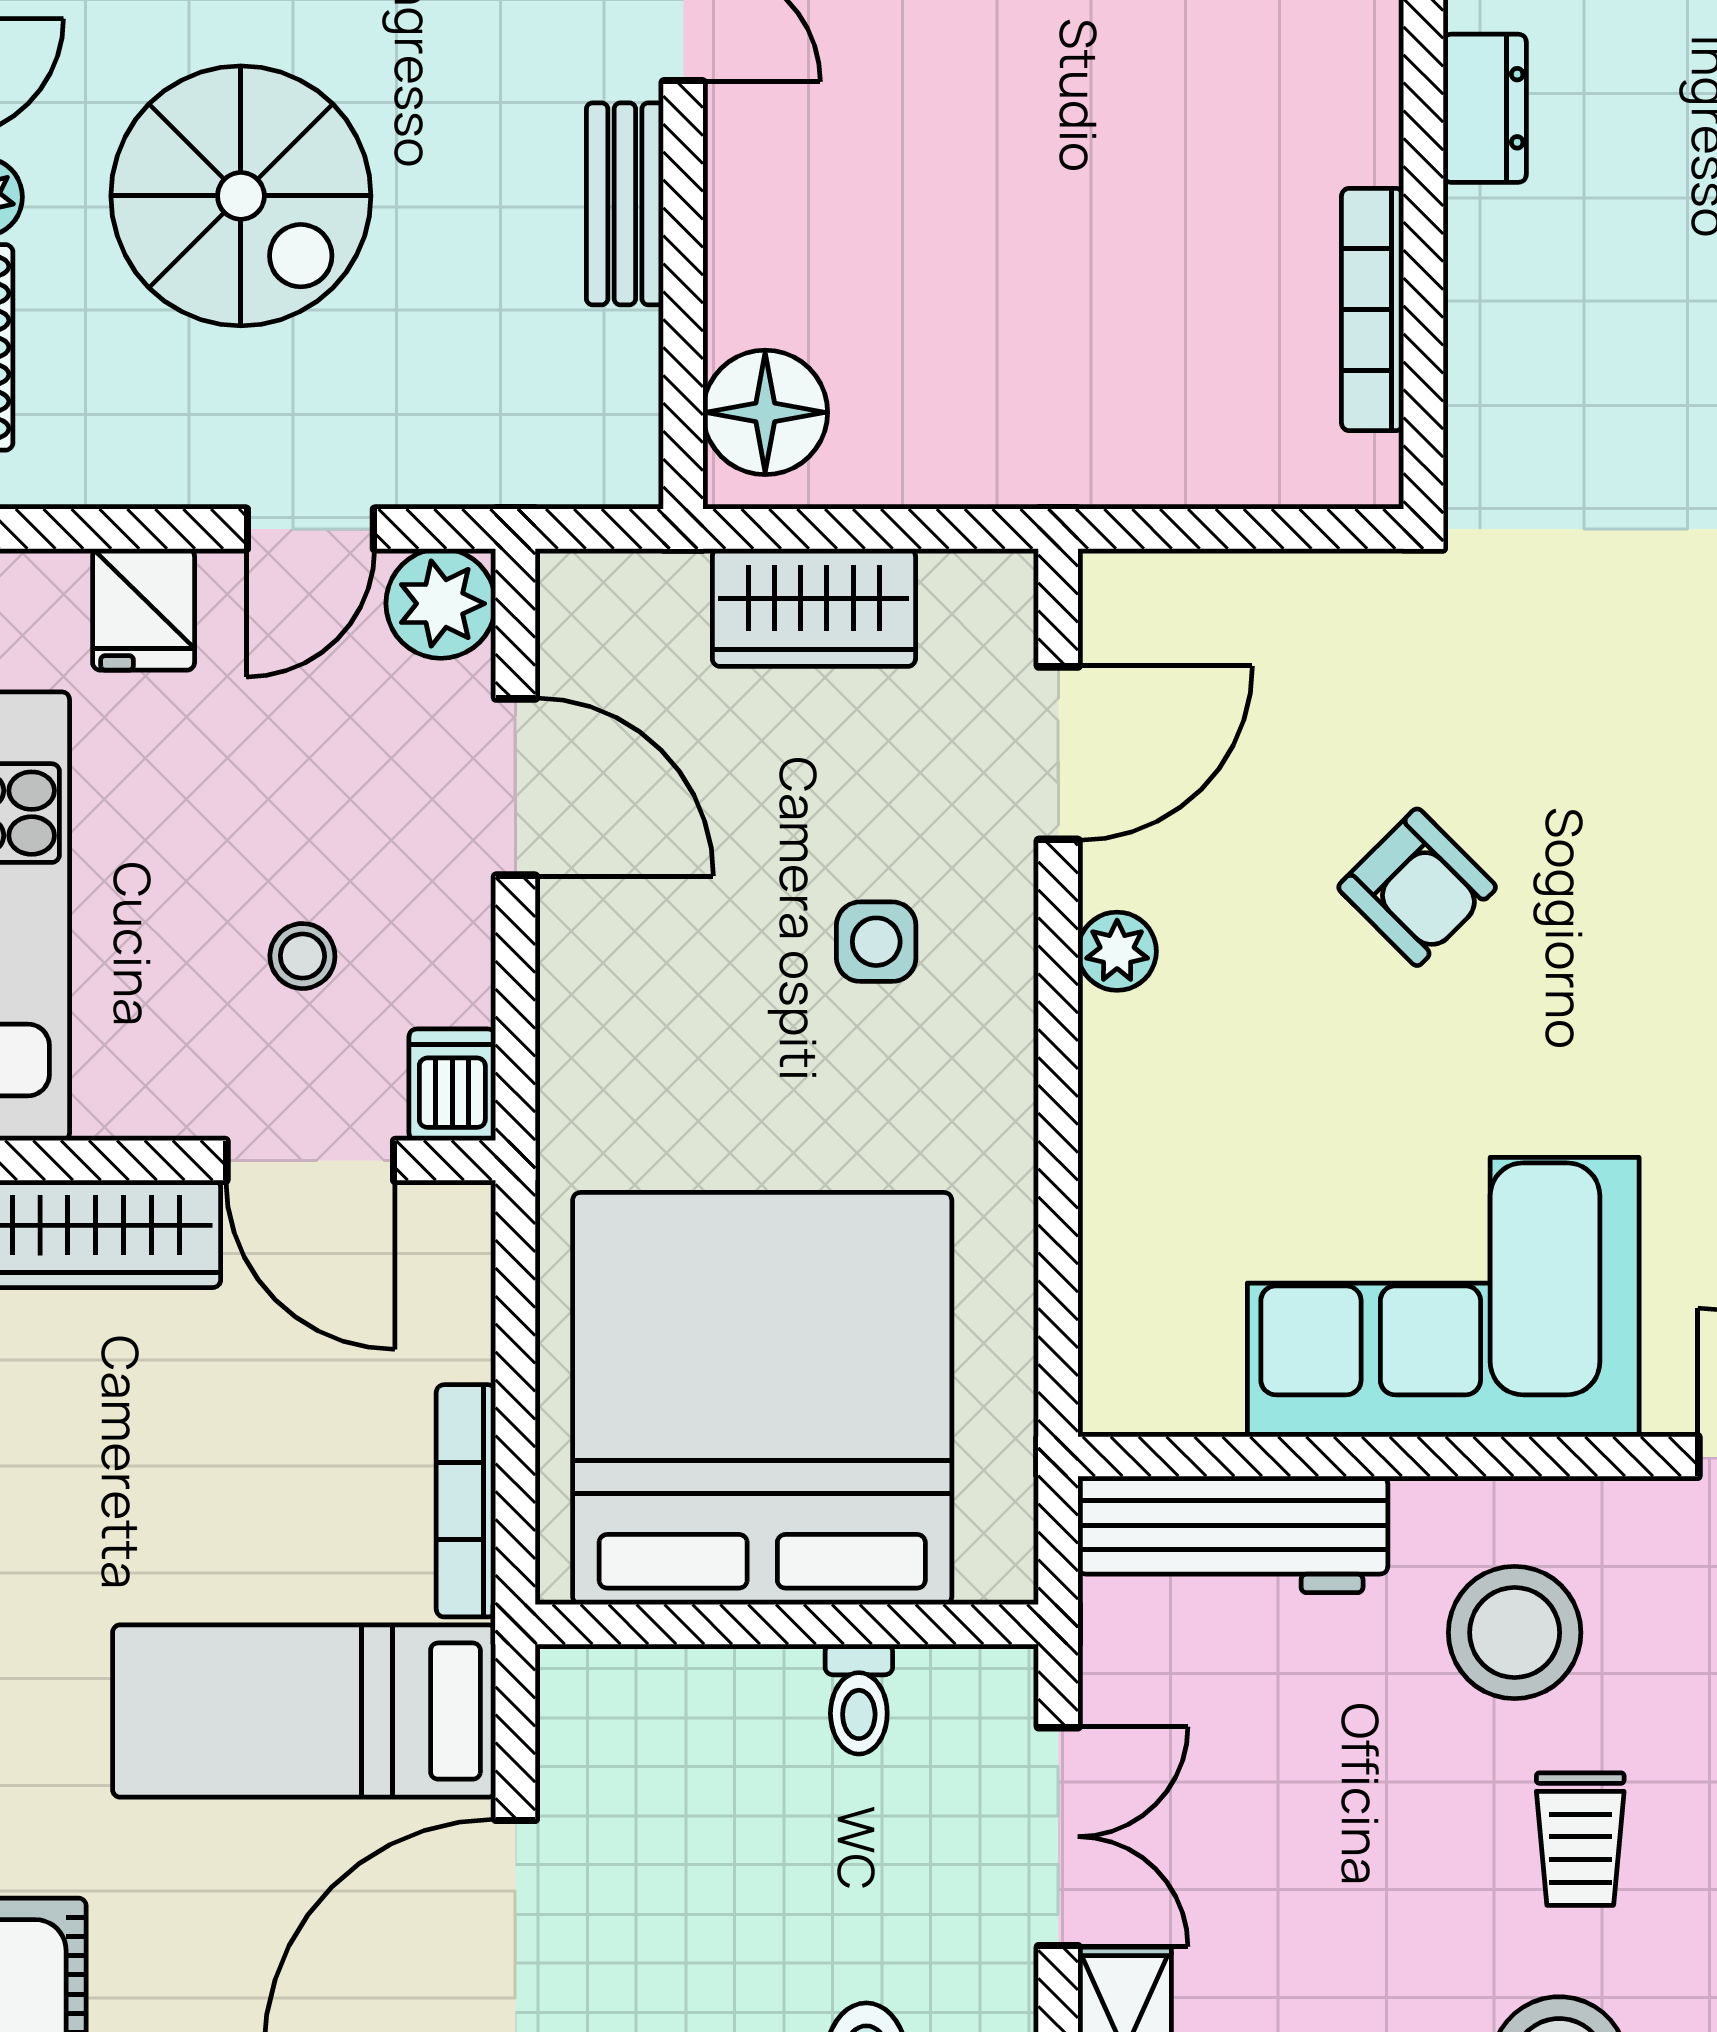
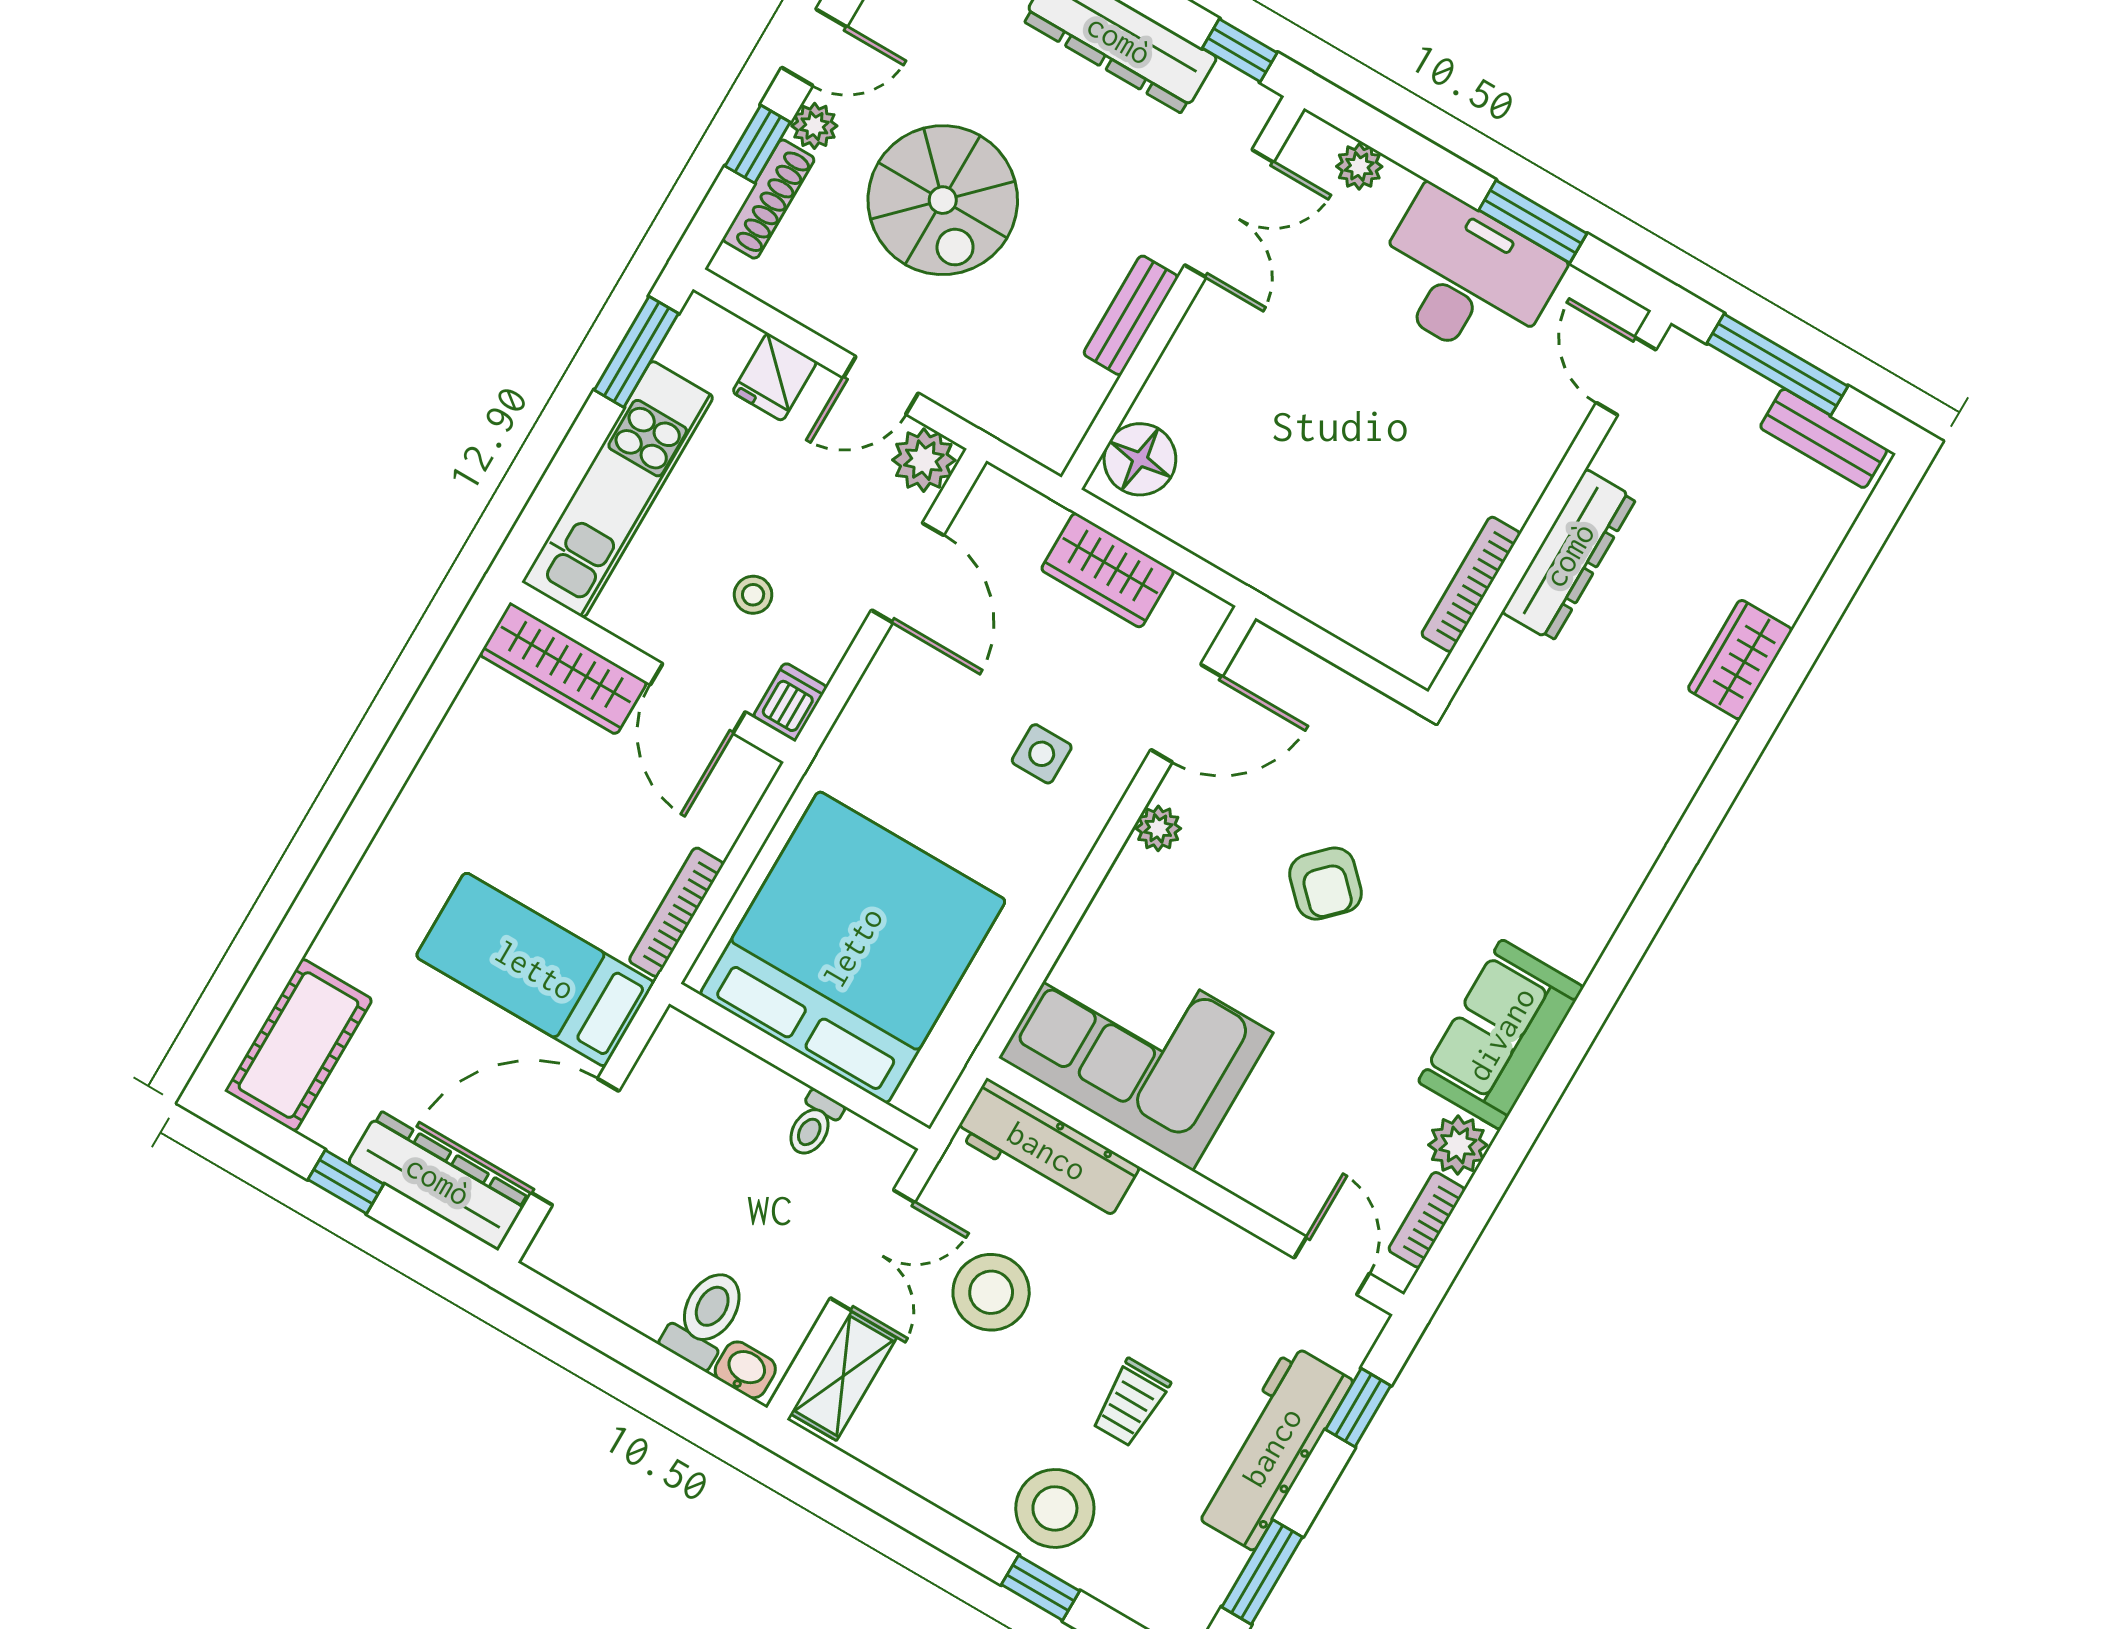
dresser: (1485, 108) -> (1569, 555), width x1.96, depth x1.24
corner sofa: (1443, 1297) -> (1136, 1045), moved
stool: (1515, 1633) -> (991, 1292), moved

